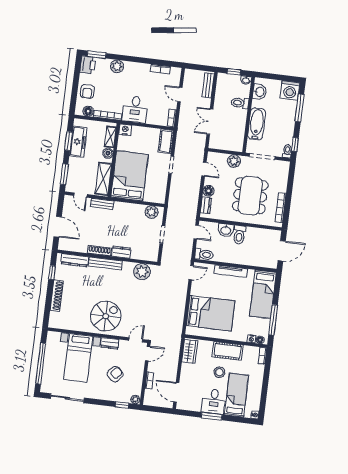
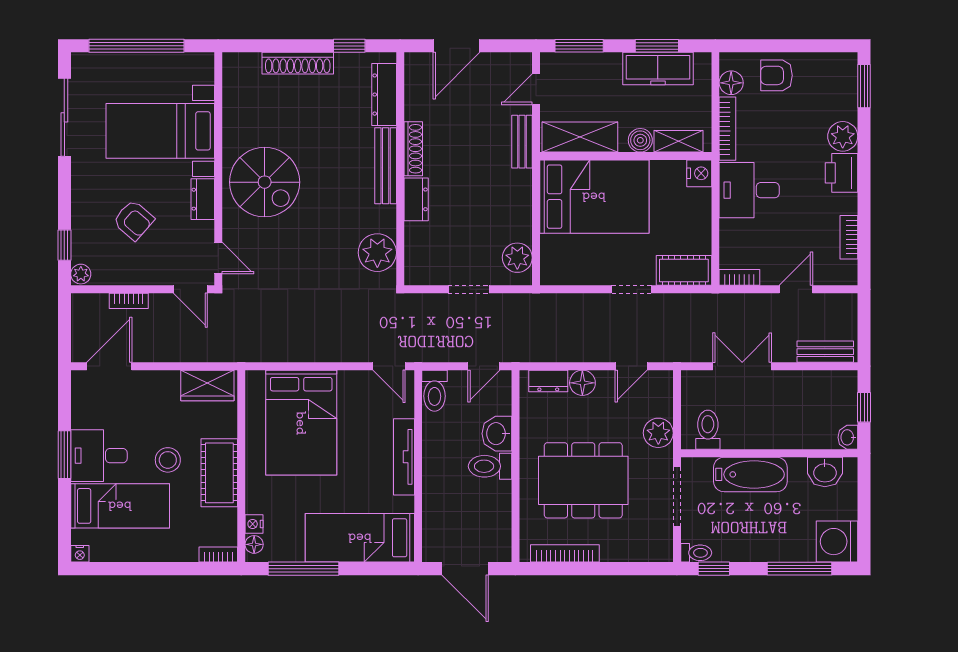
printer: (88, 65) -> (841, 173), moved, turned 90
toilet: (240, 103) -> (708, 430), moved

